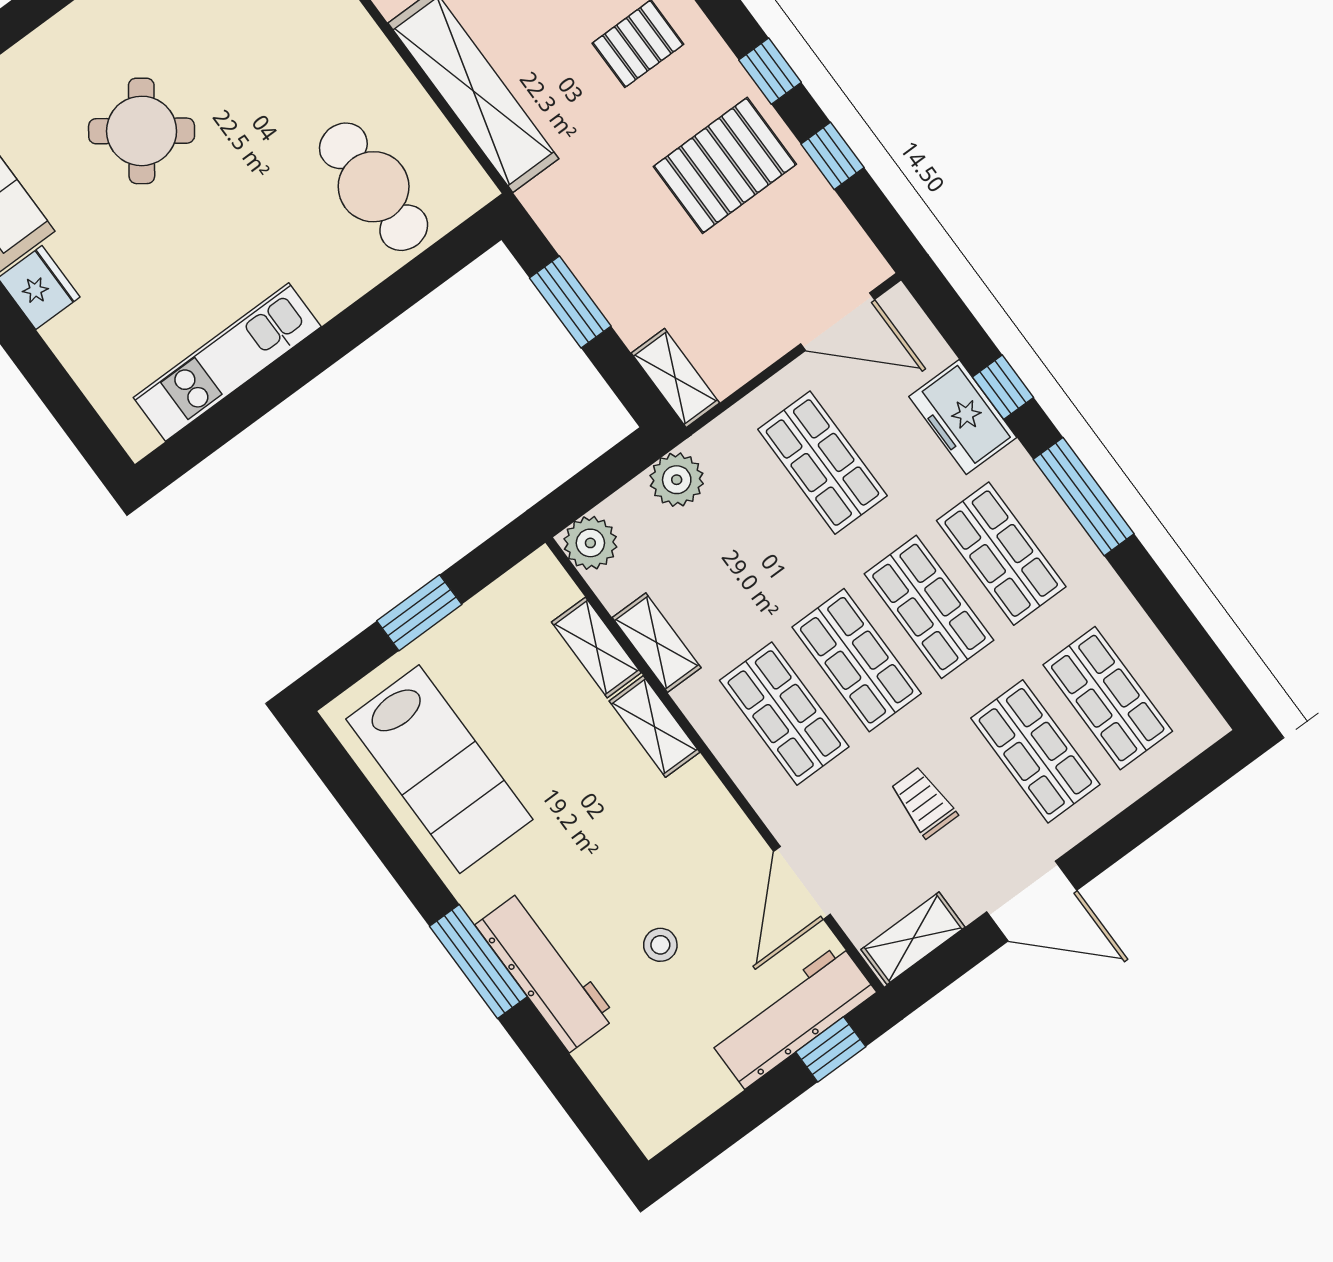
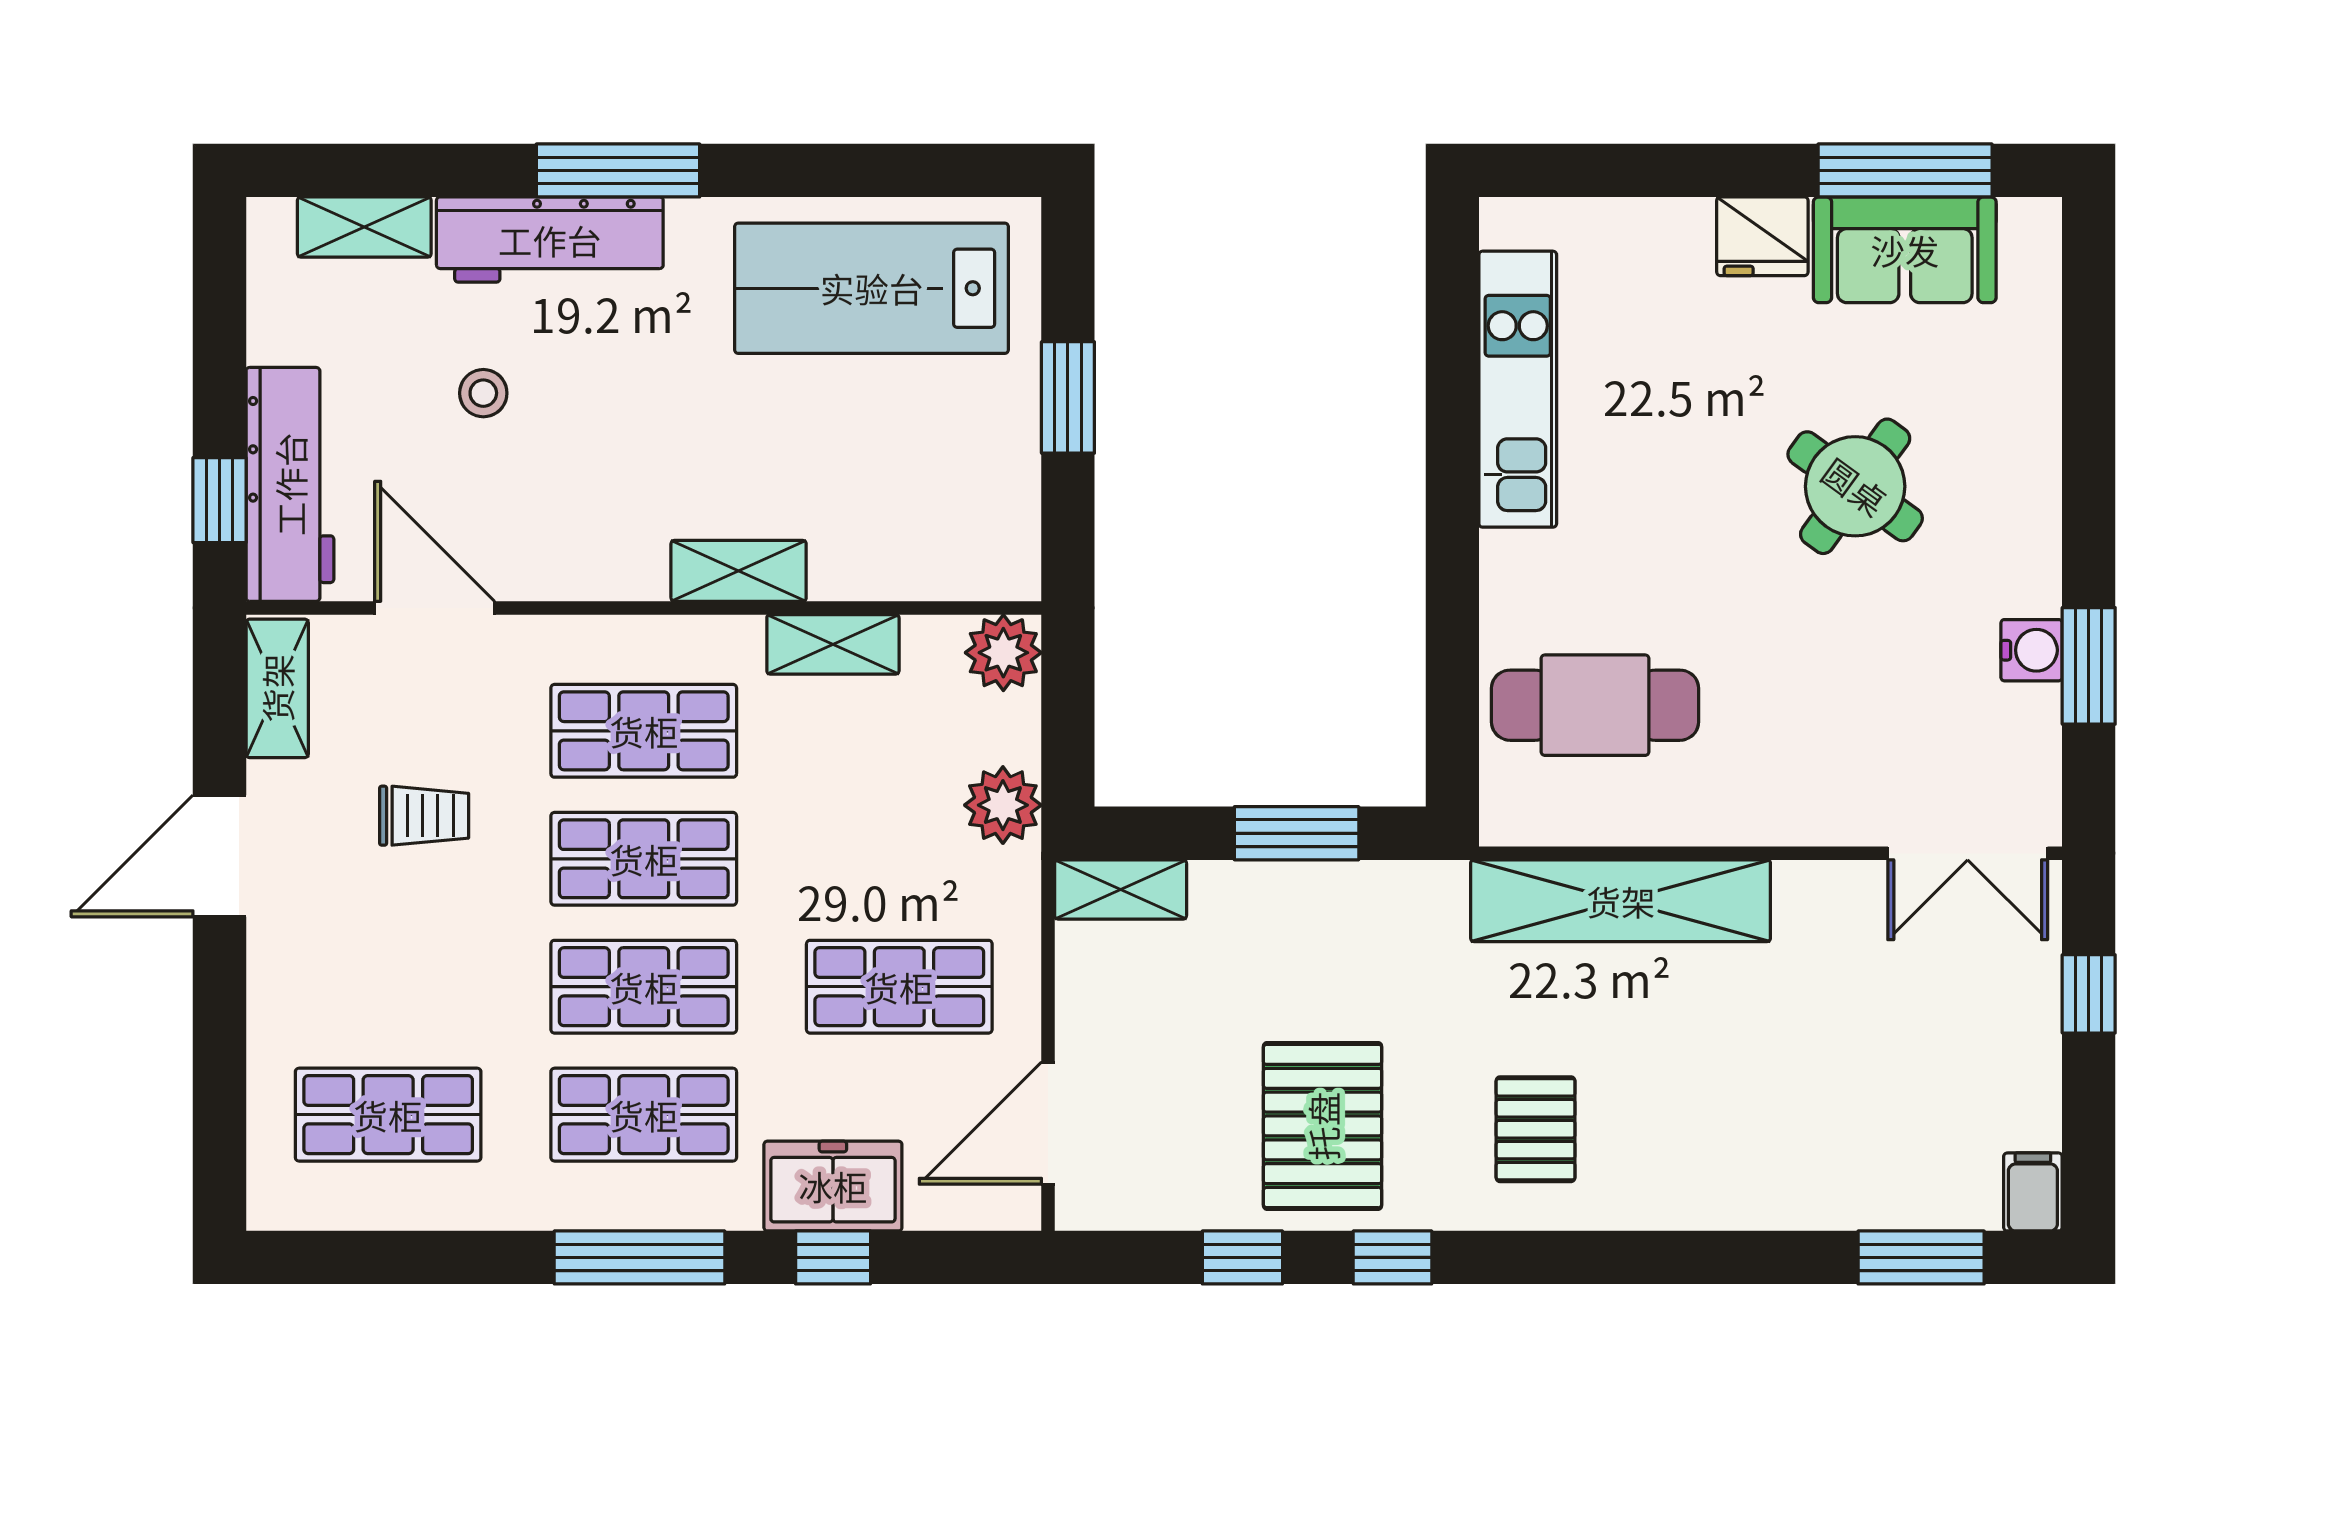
shelving: (596, 647) -> (364, 227), moved
shop shelf: (1035, 751) -> (388, 987), removed

